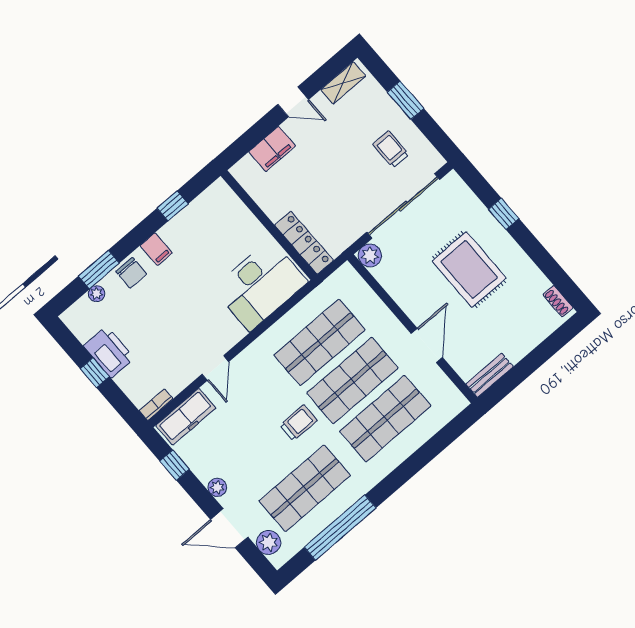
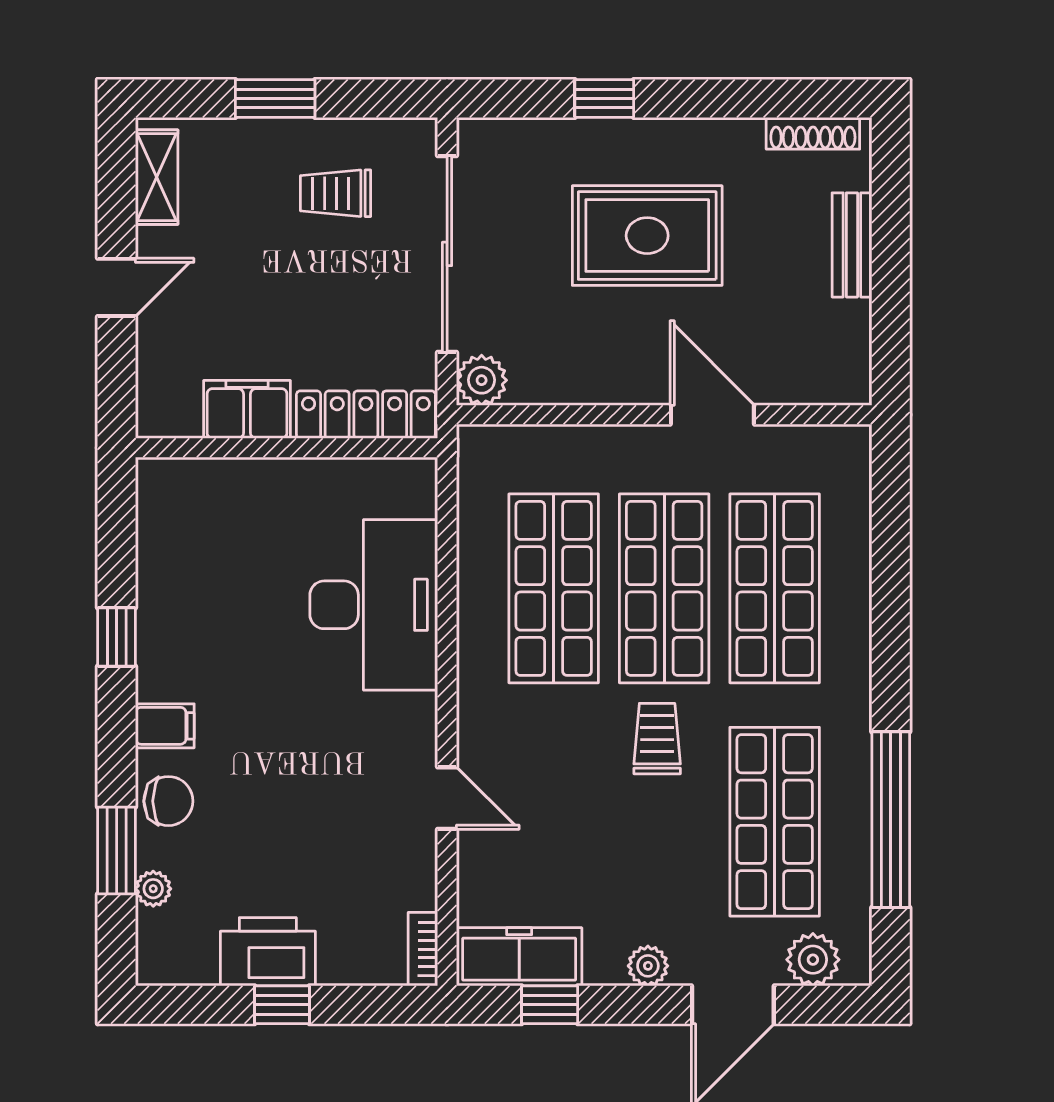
filing cabinet: (272, 149) -> (247, 409), moved, turned -90
wall: (269, 225) -> (287, 448), moved
locker: (304, 243) -> (366, 415), moved
shoe rack: (558, 301) -> (813, 133), width x1.43
bench: (490, 375) -> (852, 245), moved
freezer: (186, 417) -> (519, 957), moved, turned -90

